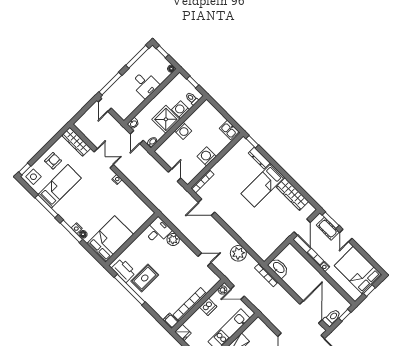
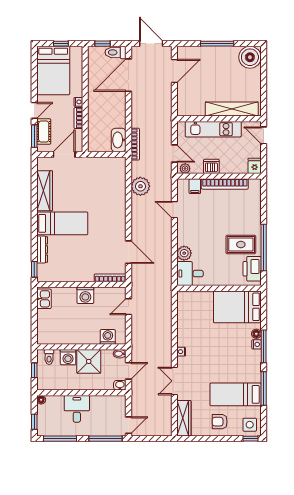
washing machine: (183, 131) -> (108, 337), moved
filing cabinet: (171, 321) -> (195, 186), moved

